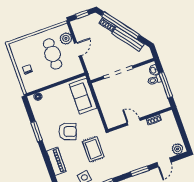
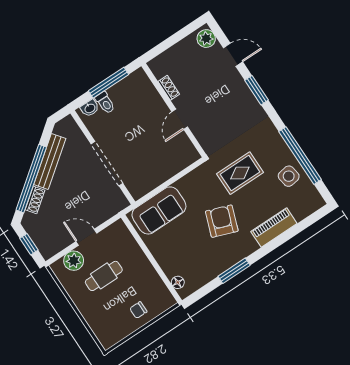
cafe table: (53, 54) -> (104, 276), width x0.73, depth x0.74

